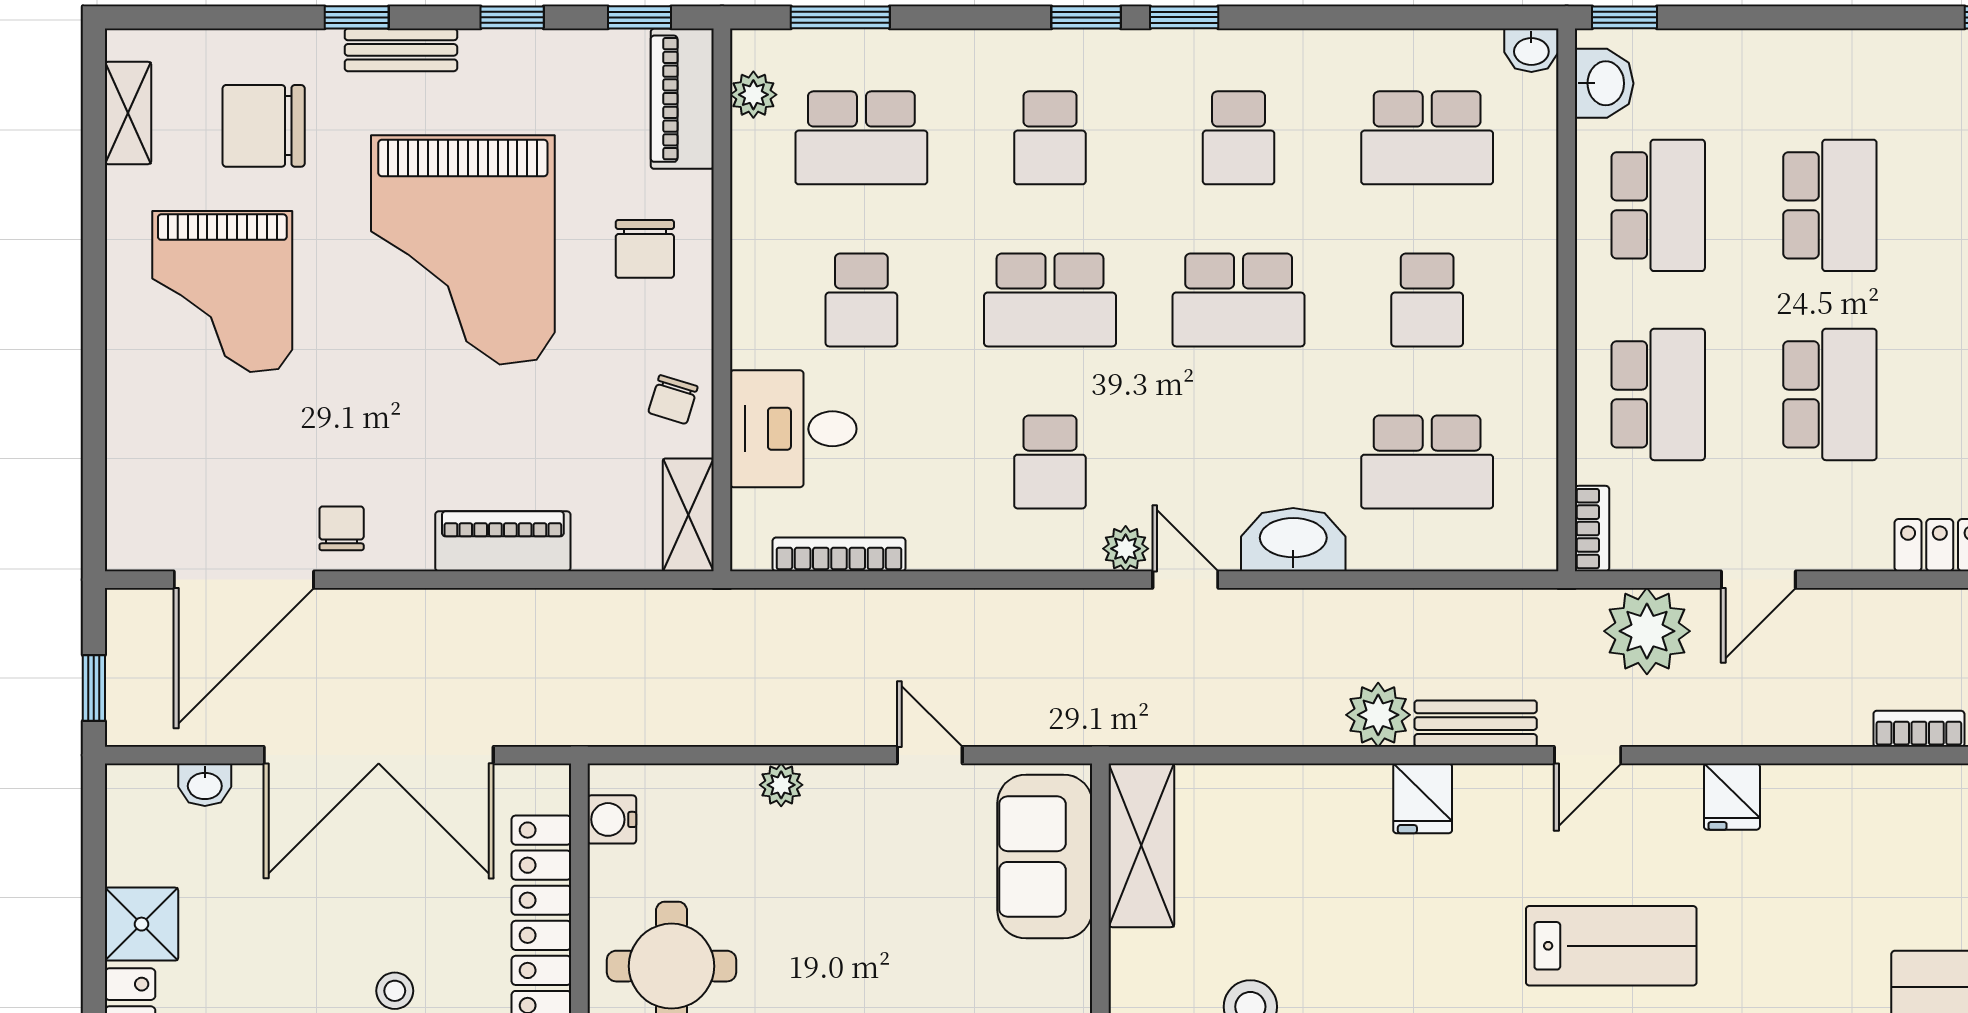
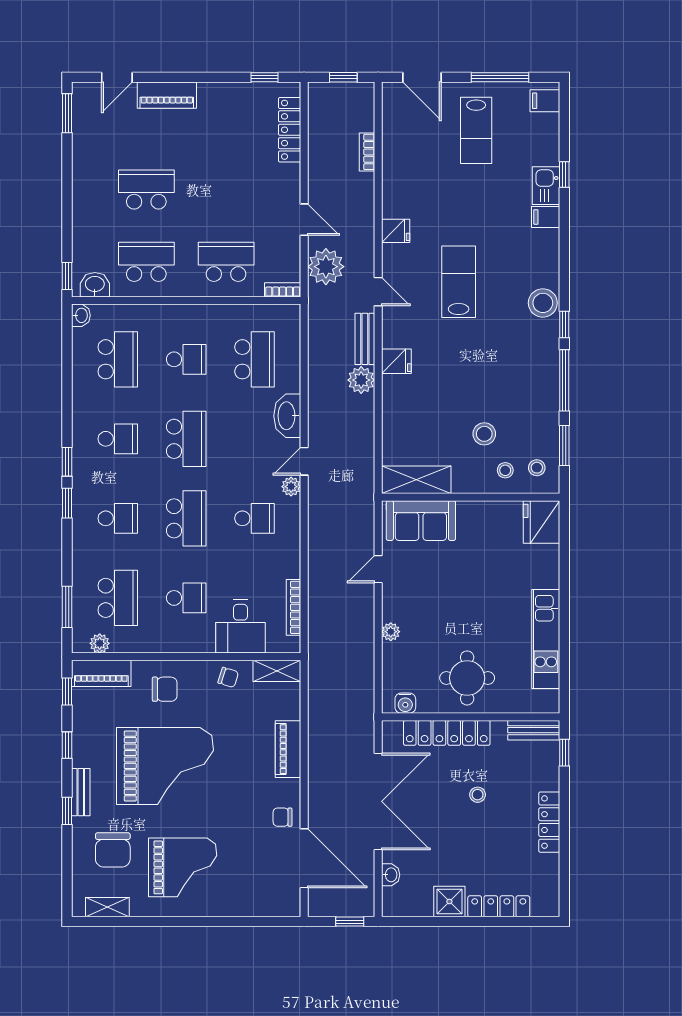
school desk: (1830, 394) -> (226, 189), removed

